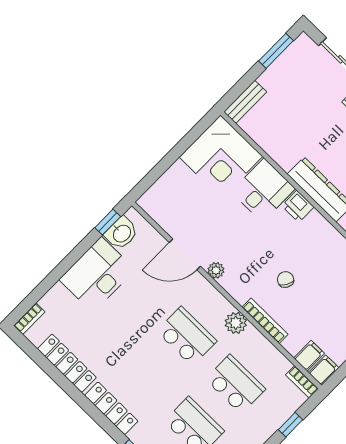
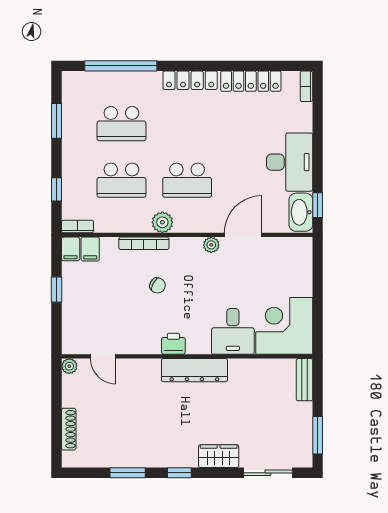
printer: (298, 206) -> (173, 344), moved
washbasin: (121, 233) -> (301, 212), width x1.38

